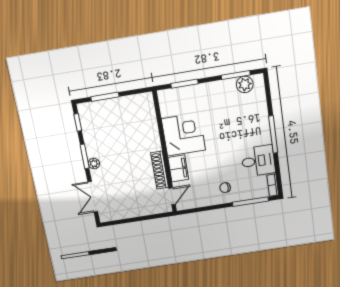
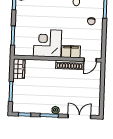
wardrobe: (140, 102) -> (19, 69), added
door: (172, 196) -> (90, 60), swing flipped
double door: (93, 197) -> (79, 117), swing flipped

